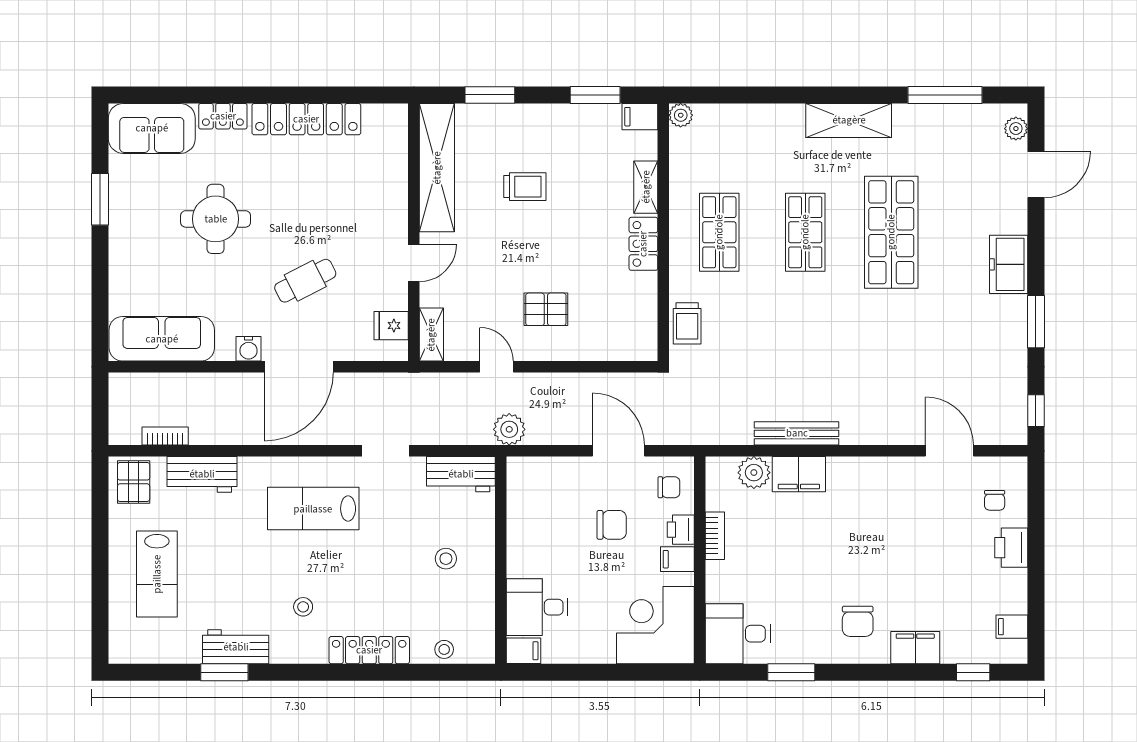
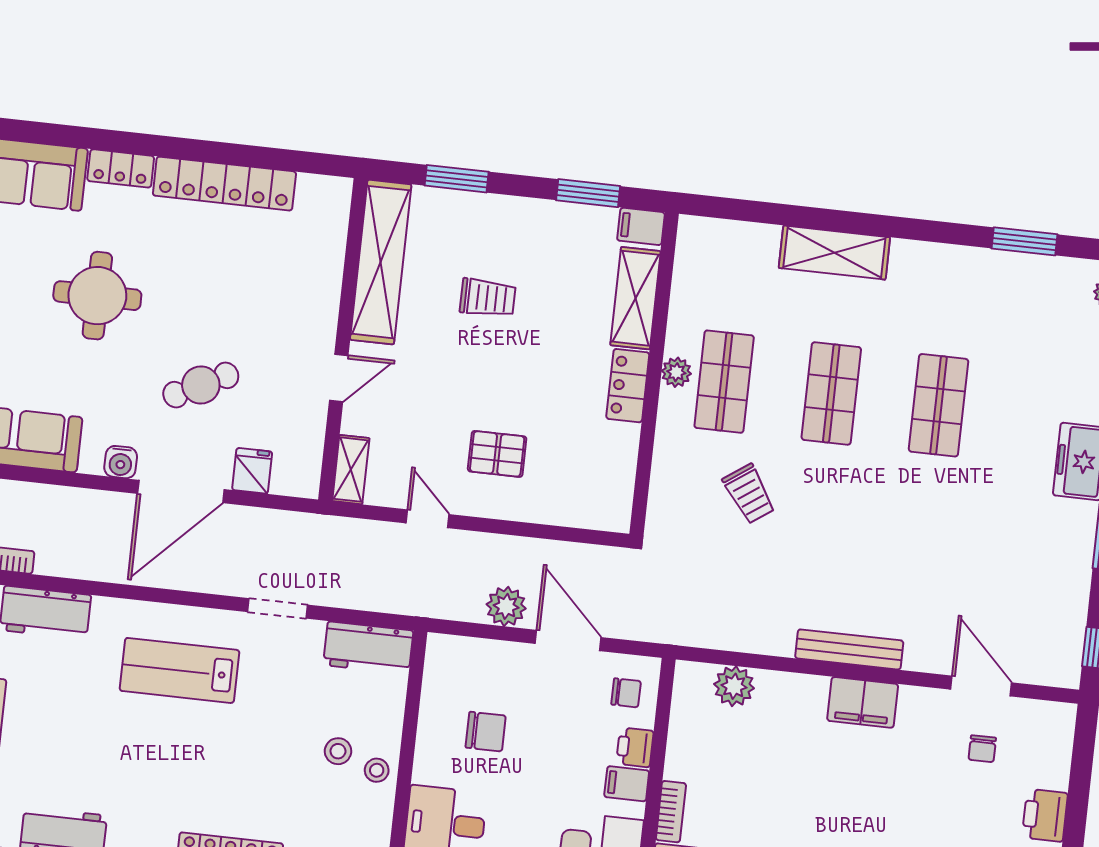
window: (945, 95) -> (1025, 241), width x0.69
plant: (681, 115) -> (676, 372), moved
shelving: (849, 120) -> (834, 253), moved
shelving: (646, 187) -> (635, 298), width x1.50, depth x1.33
shop shelf: (891, 232) -> (939, 405), width x0.70, depth x0.74
trolley: (687, 323) -> (749, 494), moved, turned -35
fridge: (391, 326) -> (252, 471), moved, turned 90
plant: (509, 429) -> (506, 606), moved
bench: (797, 433) -> (849, 649), moved
filing cabinet: (799, 474) -> (863, 702), moved
chair: (995, 500) -> (982, 749), moved
chair: (612, 525) -> (486, 732), moved
bookcase: (715, 536) -> (671, 812), moved
stool: (303, 607) -> (377, 770), moved

